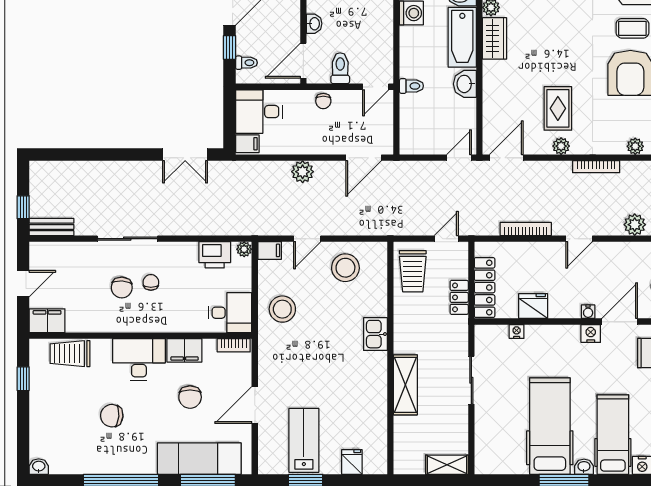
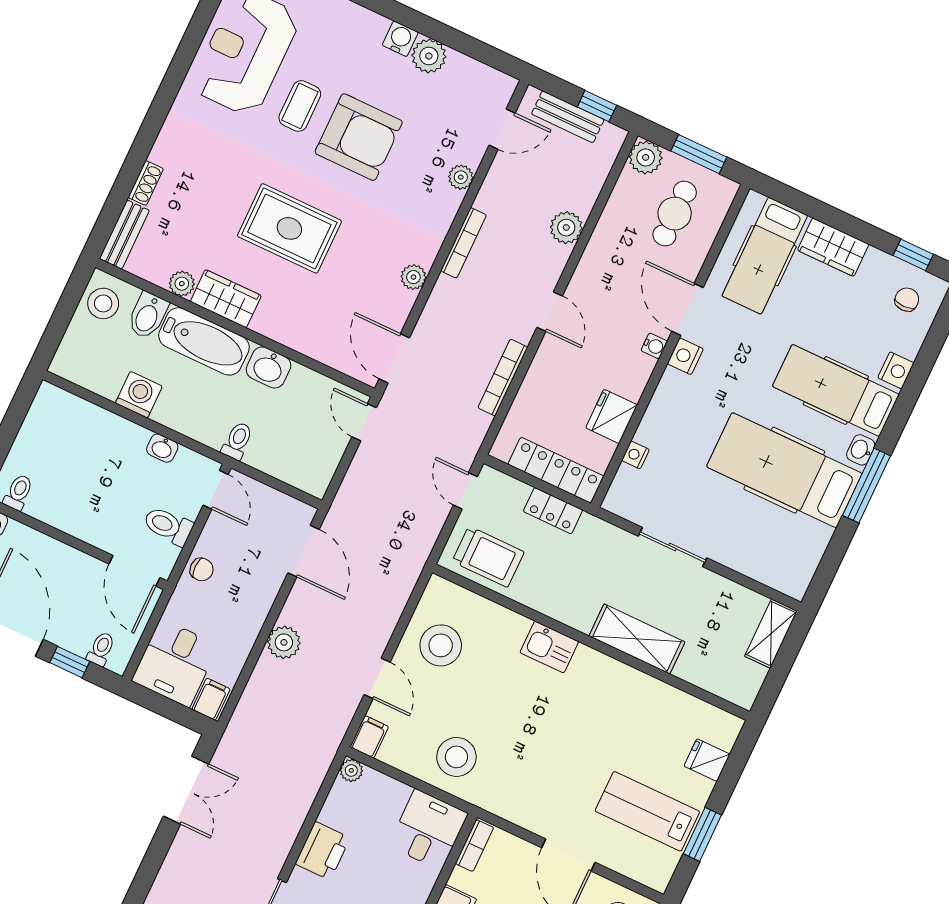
washbasin: (314, 24) -> (162, 448), moved, turned 180
rug: (558, 108) -> (289, 228), moved, width x1.36, depth x1.43
printer: (215, 255) -> (323, 851), moved

